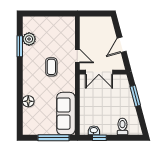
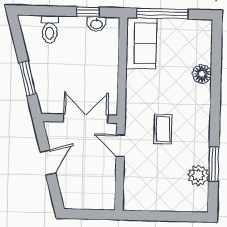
sofa: (66, 114) -> (141, 43), width x0.73

